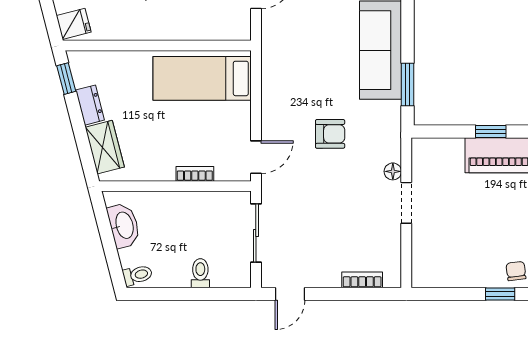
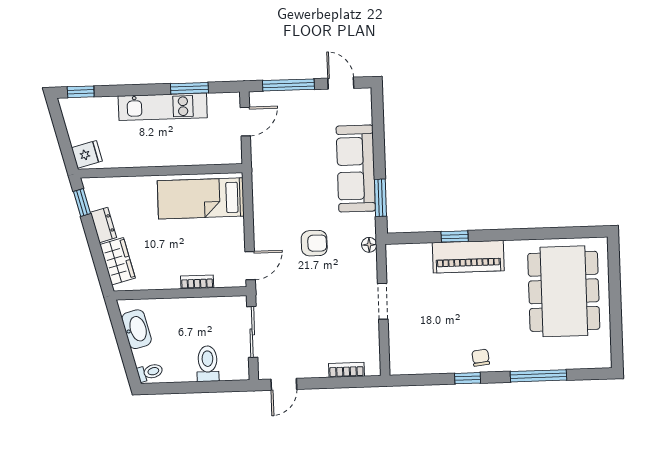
floor lamp: (393, 171) -> (369, 245), moved
toilet: (200, 273) -> (208, 364), width x1.37, depth x1.39

